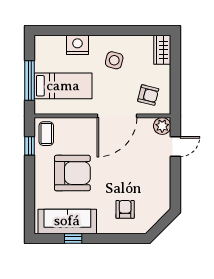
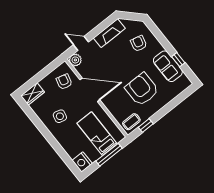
nightstand: (77, 45) -> (82, 162), moved
fireplace: (162, 186) -> (109, 33), added
armchair: (125, 209) -> (139, 44), turned 104
sofa: (67, 221) -> (168, 66), width x0.73

